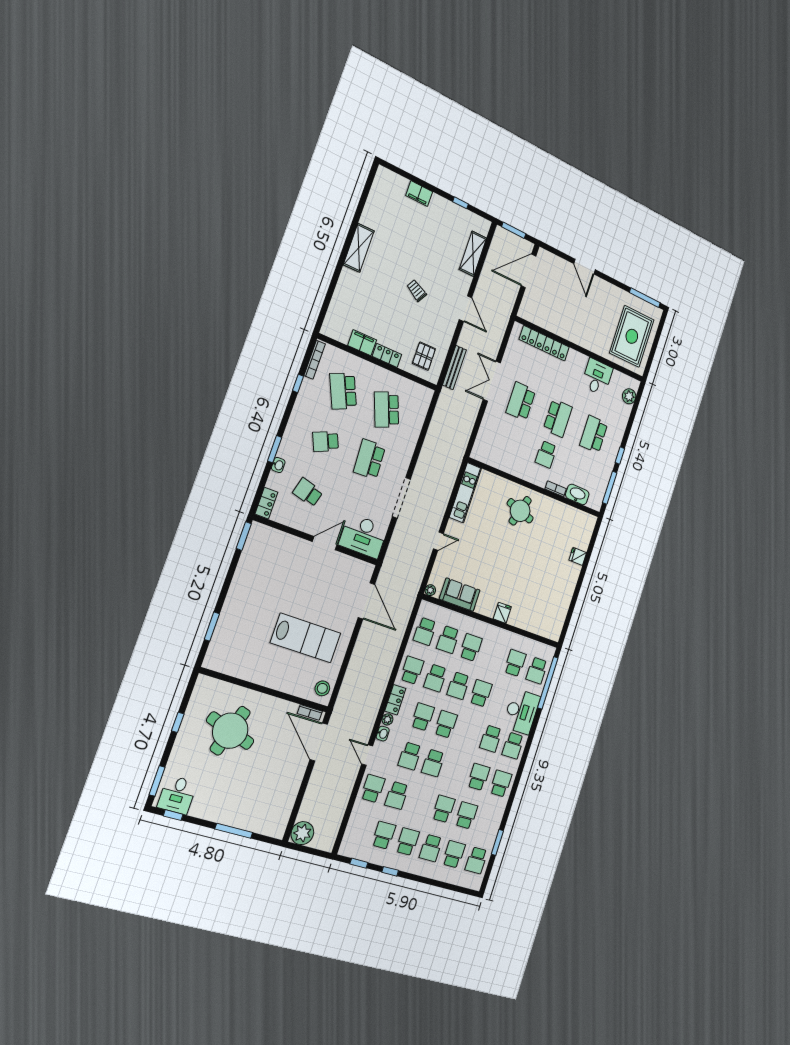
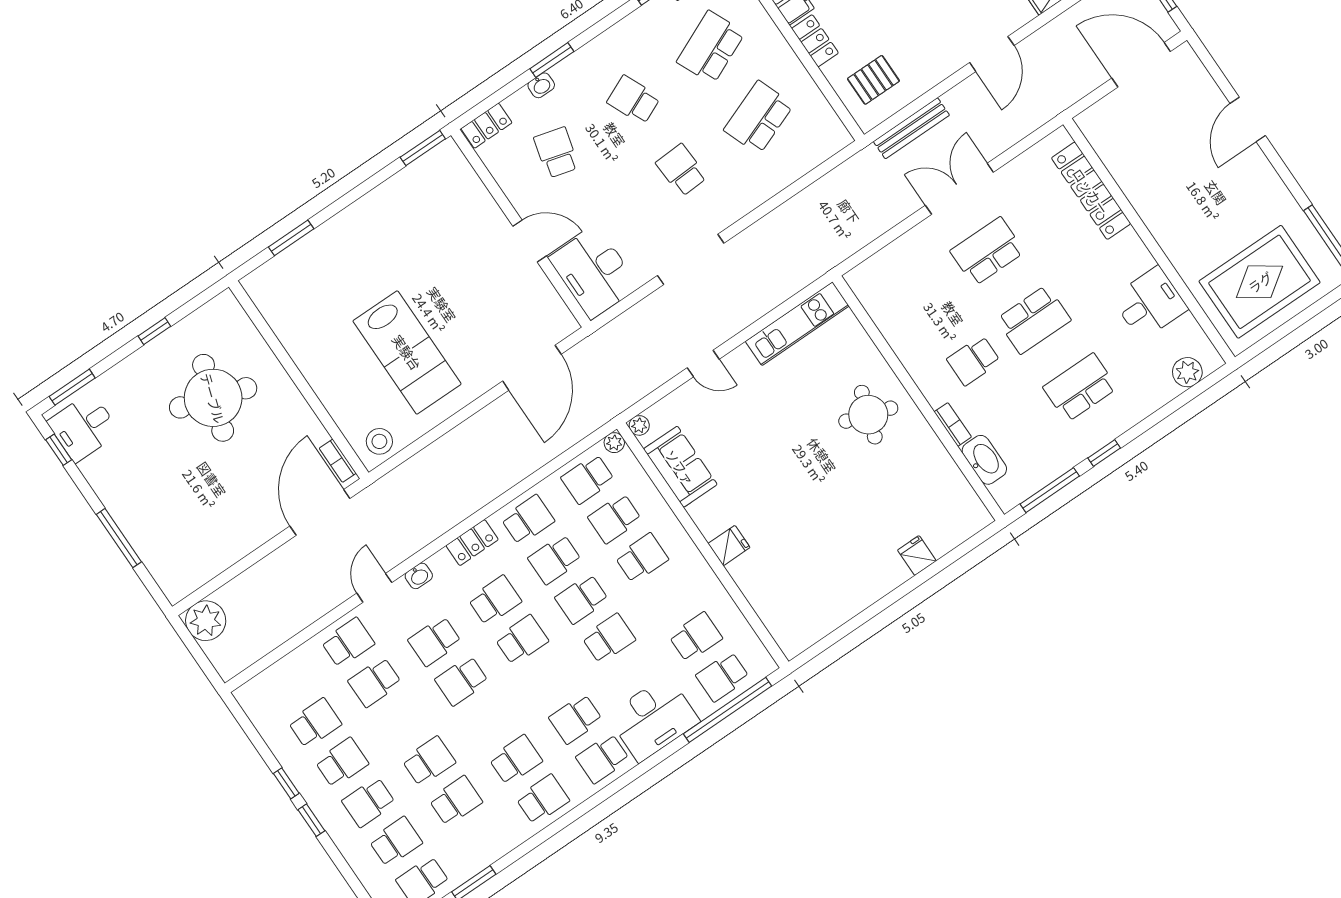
school desk: (369, 459) -> (681, 170), width x0.54
plant: (387, 719) -> (614, 443), moved
window: (359, 863) -> (311, 820), moved

